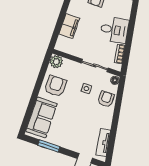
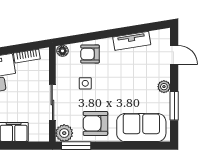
sliding door: (95, 65) -> (52, 103), moved
window: (44, 67) -> (76, 146), added
tv unit: (103, 142) -> (132, 41), moved
plant: (65, 143) -> (164, 87), added

